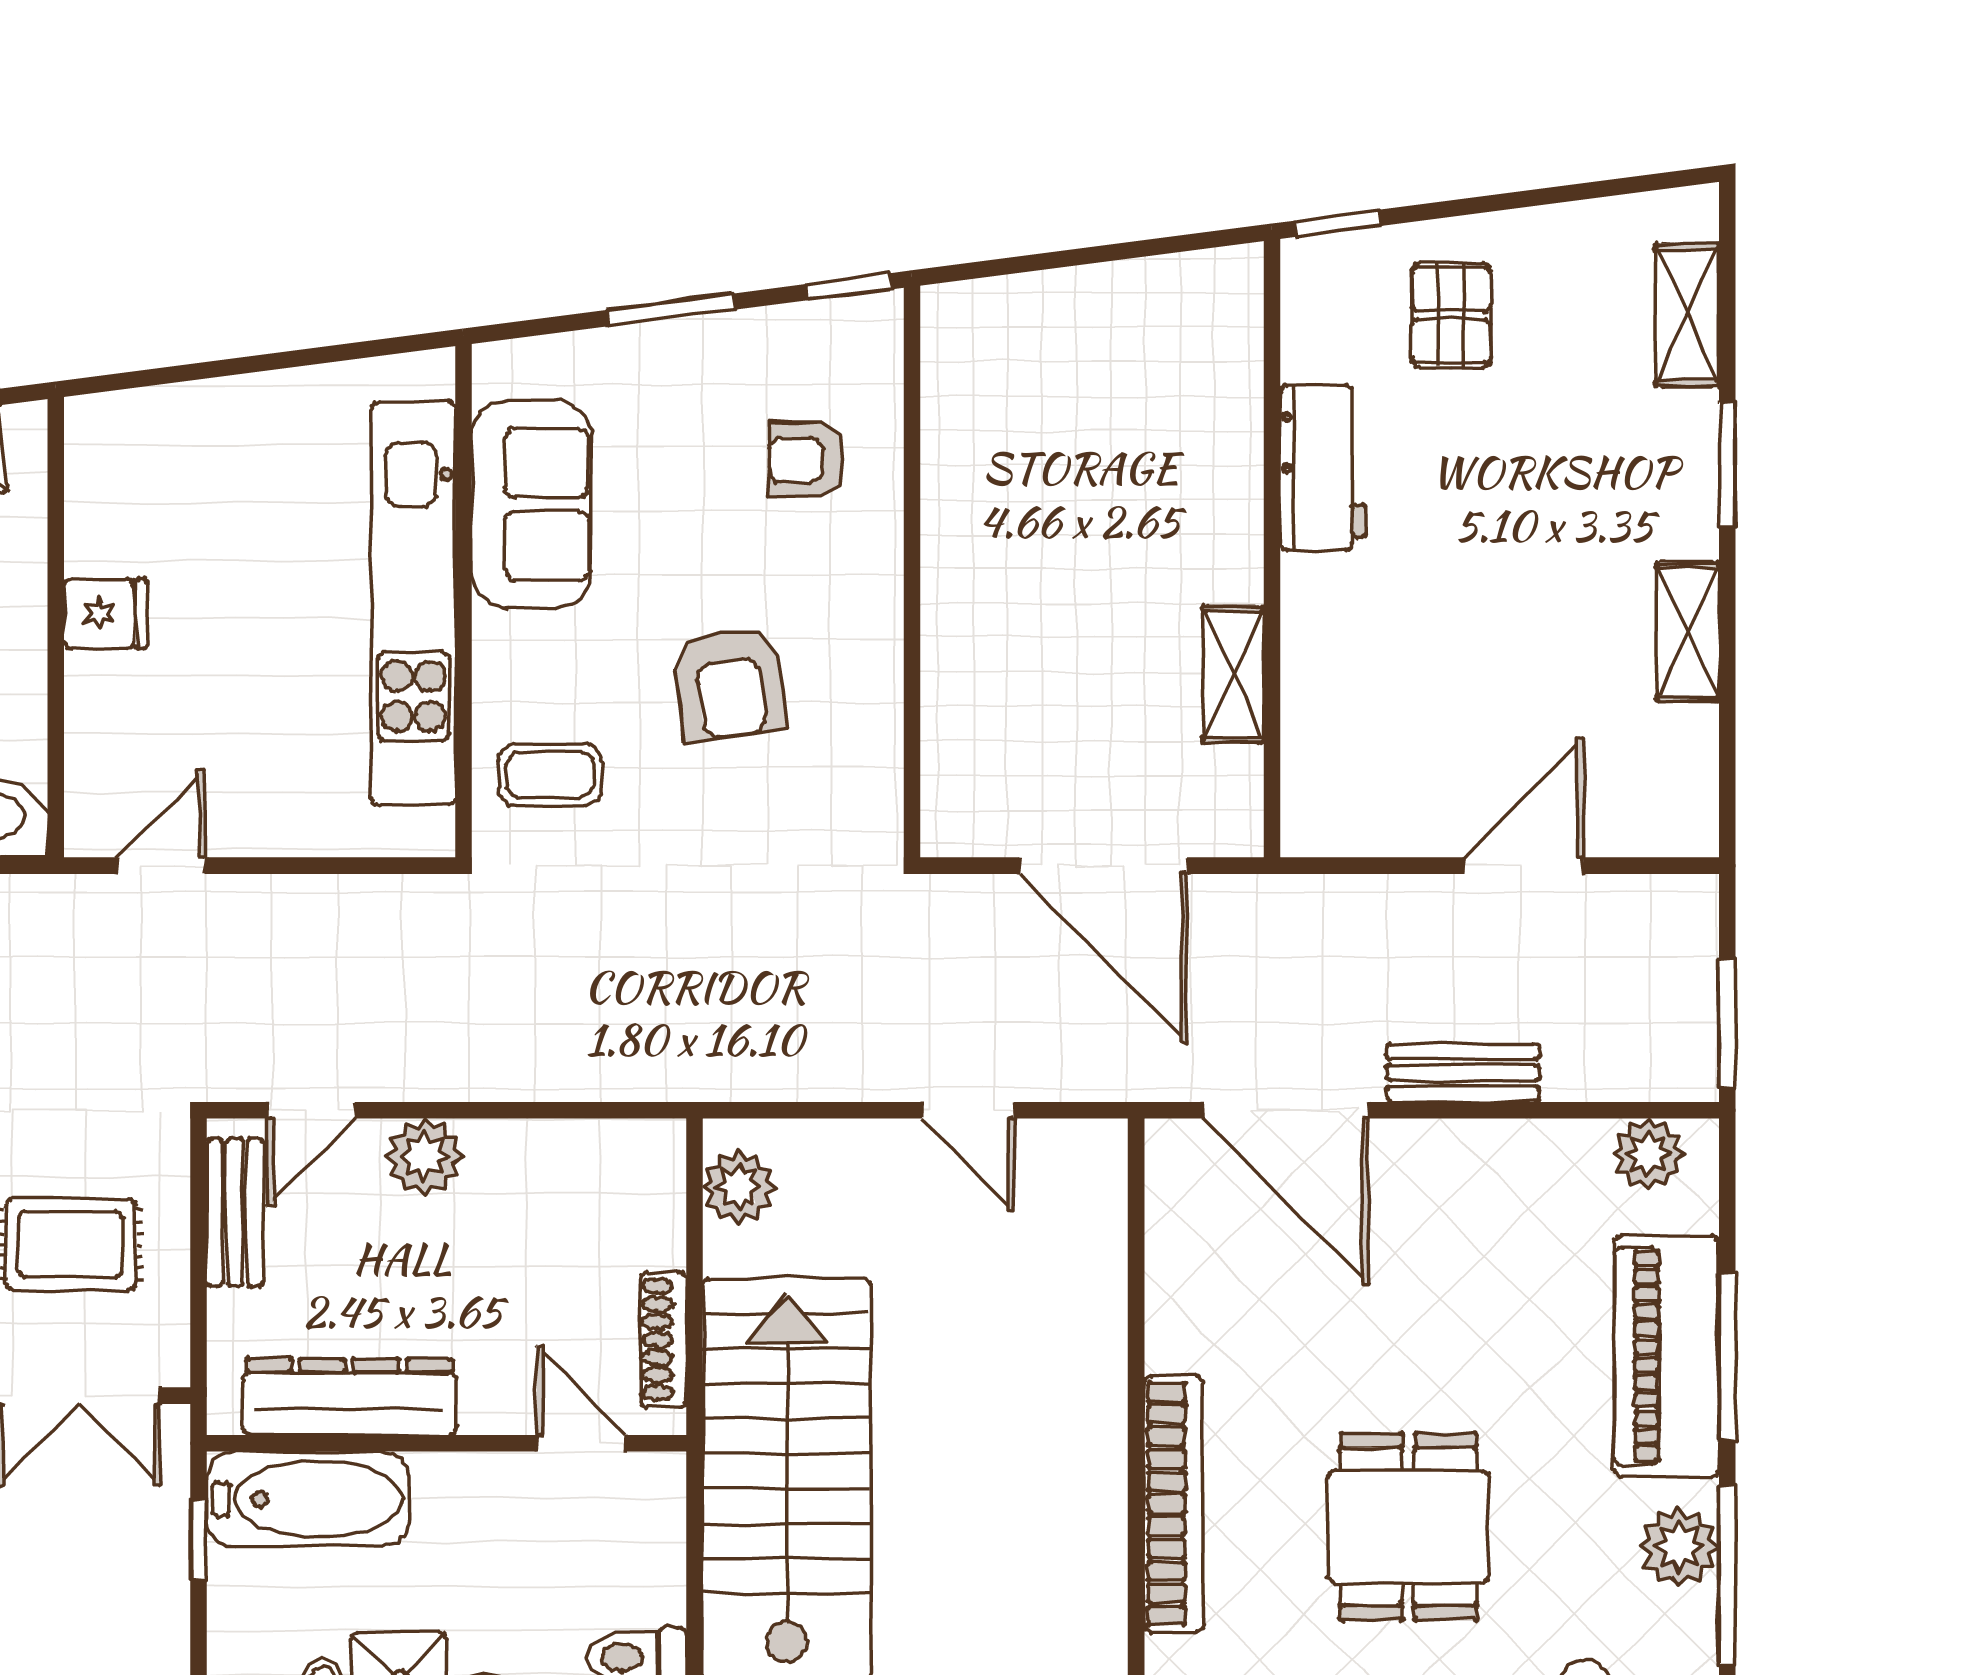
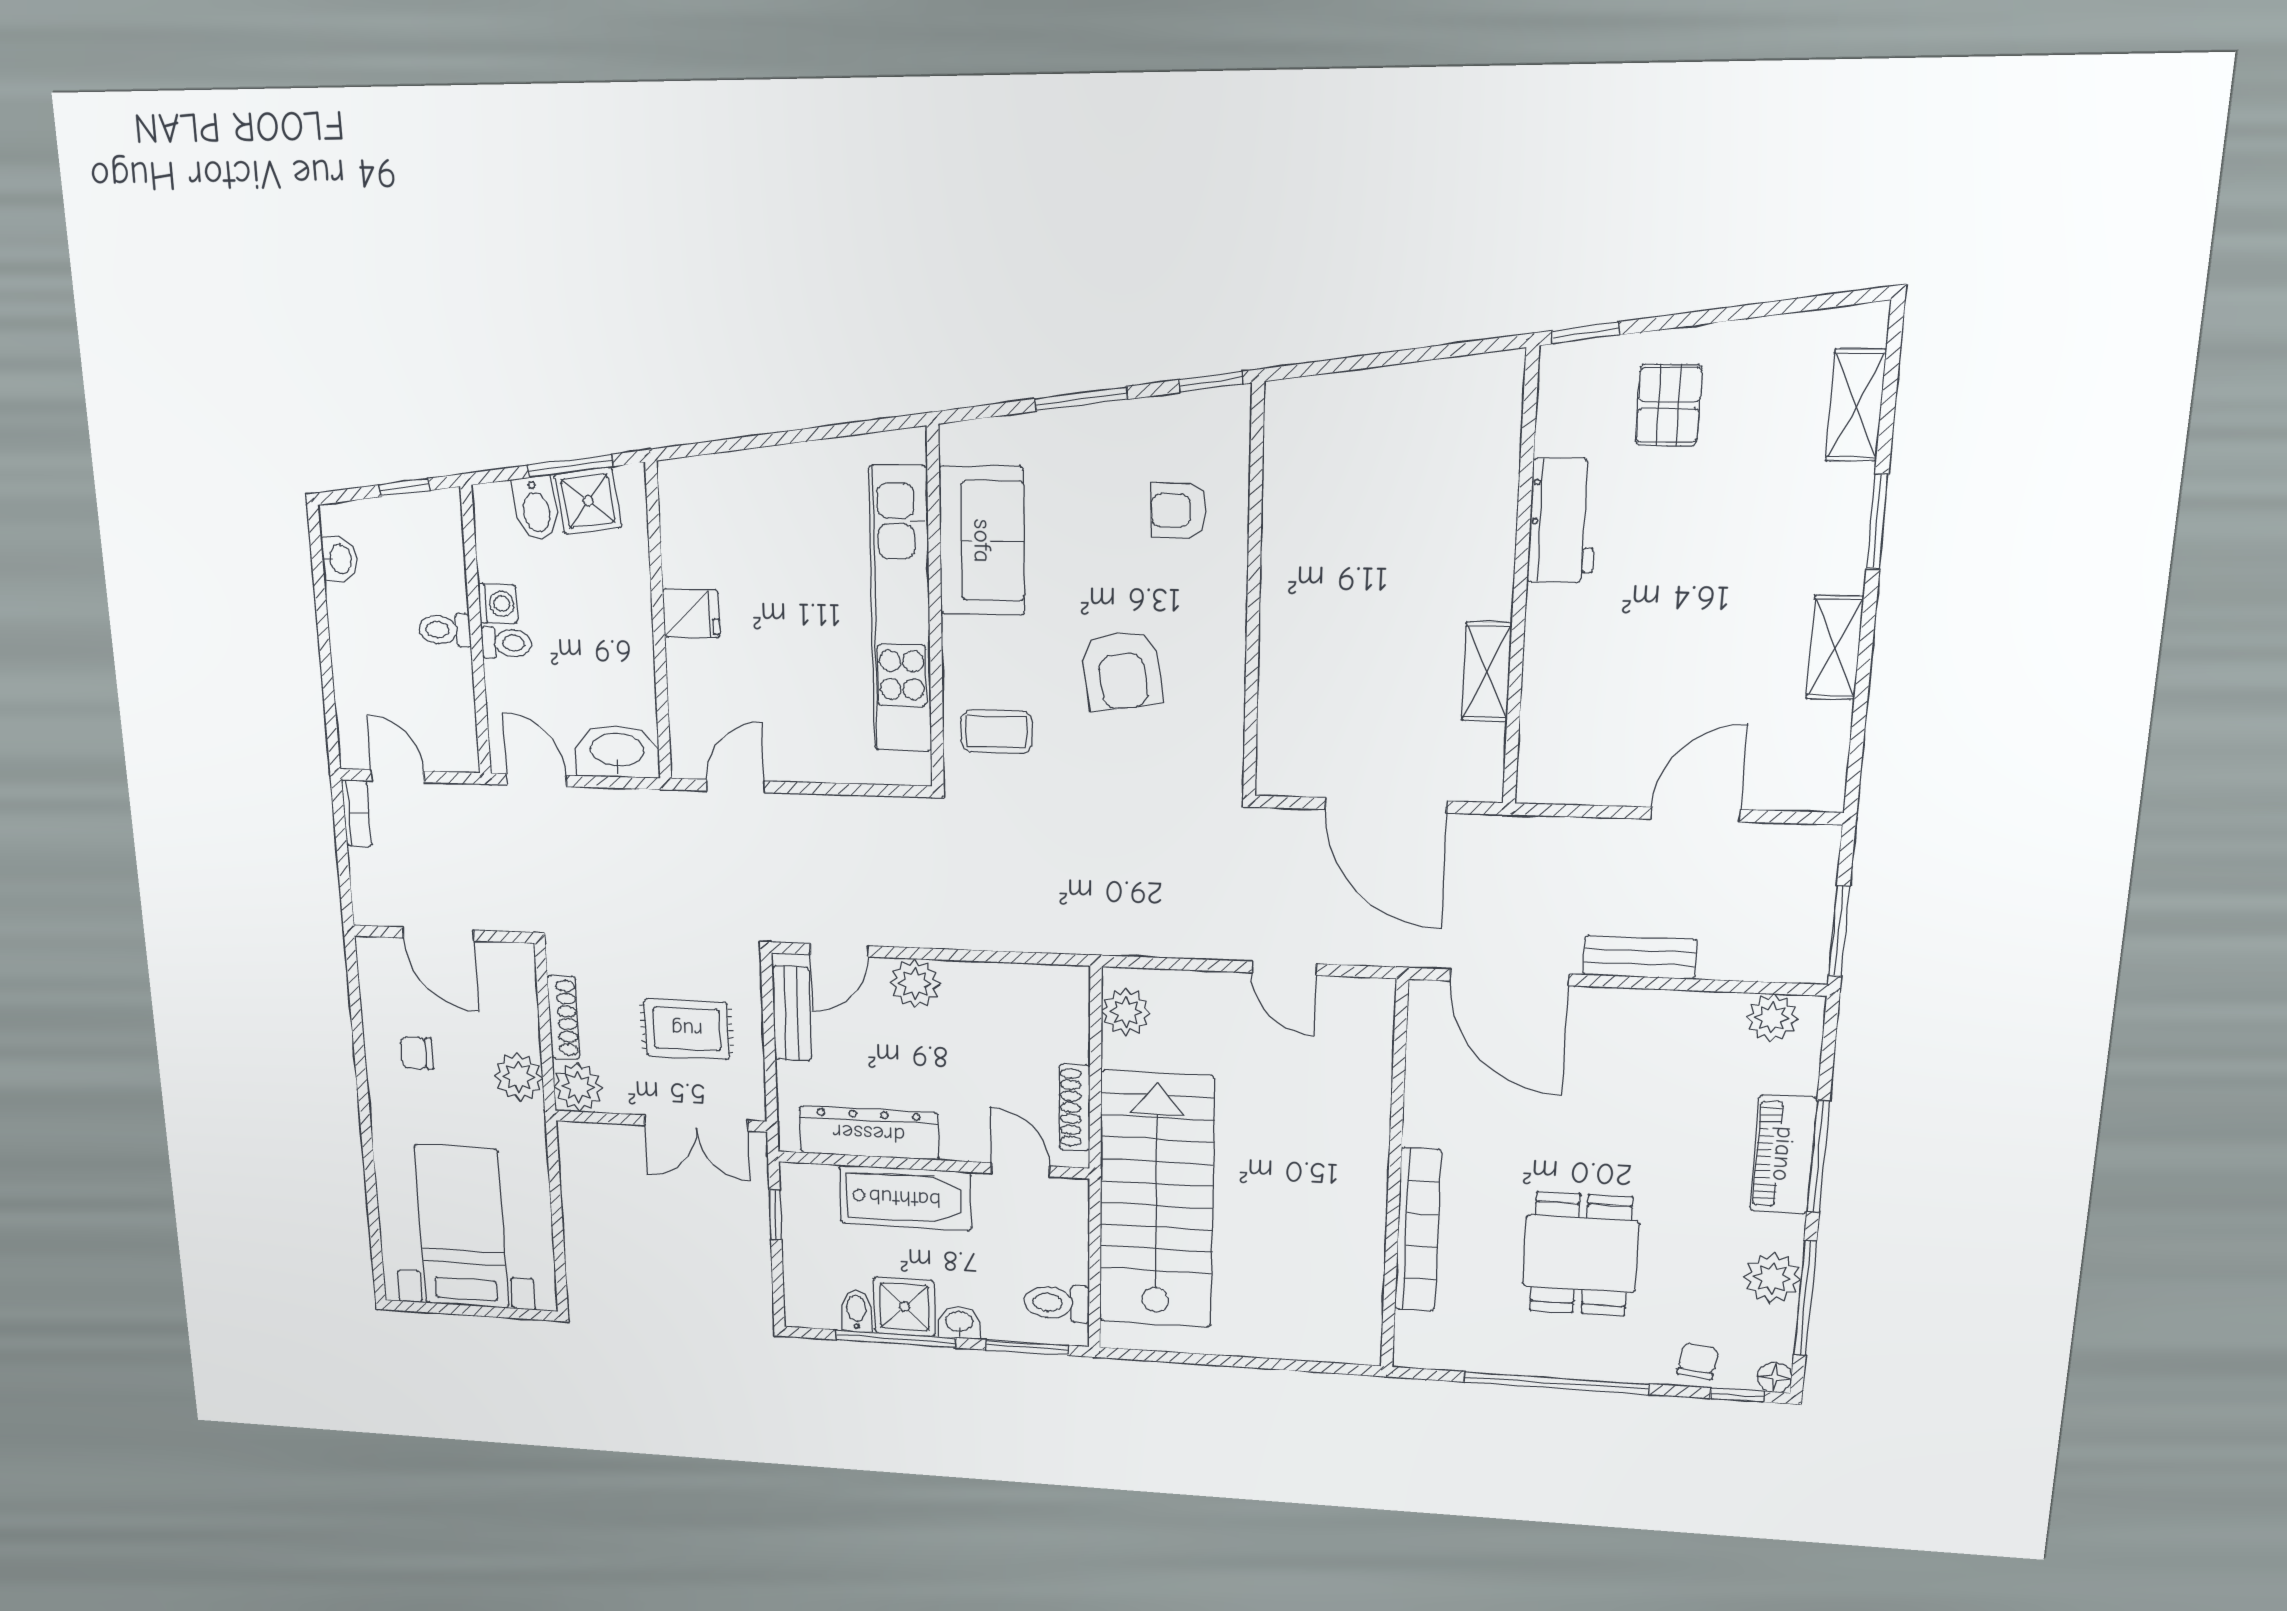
piano: (1667, 1356) -> (1783, 1154), width x0.73, depth x0.75
bathtub: (308, 1499) -> (905, 1198), moved

